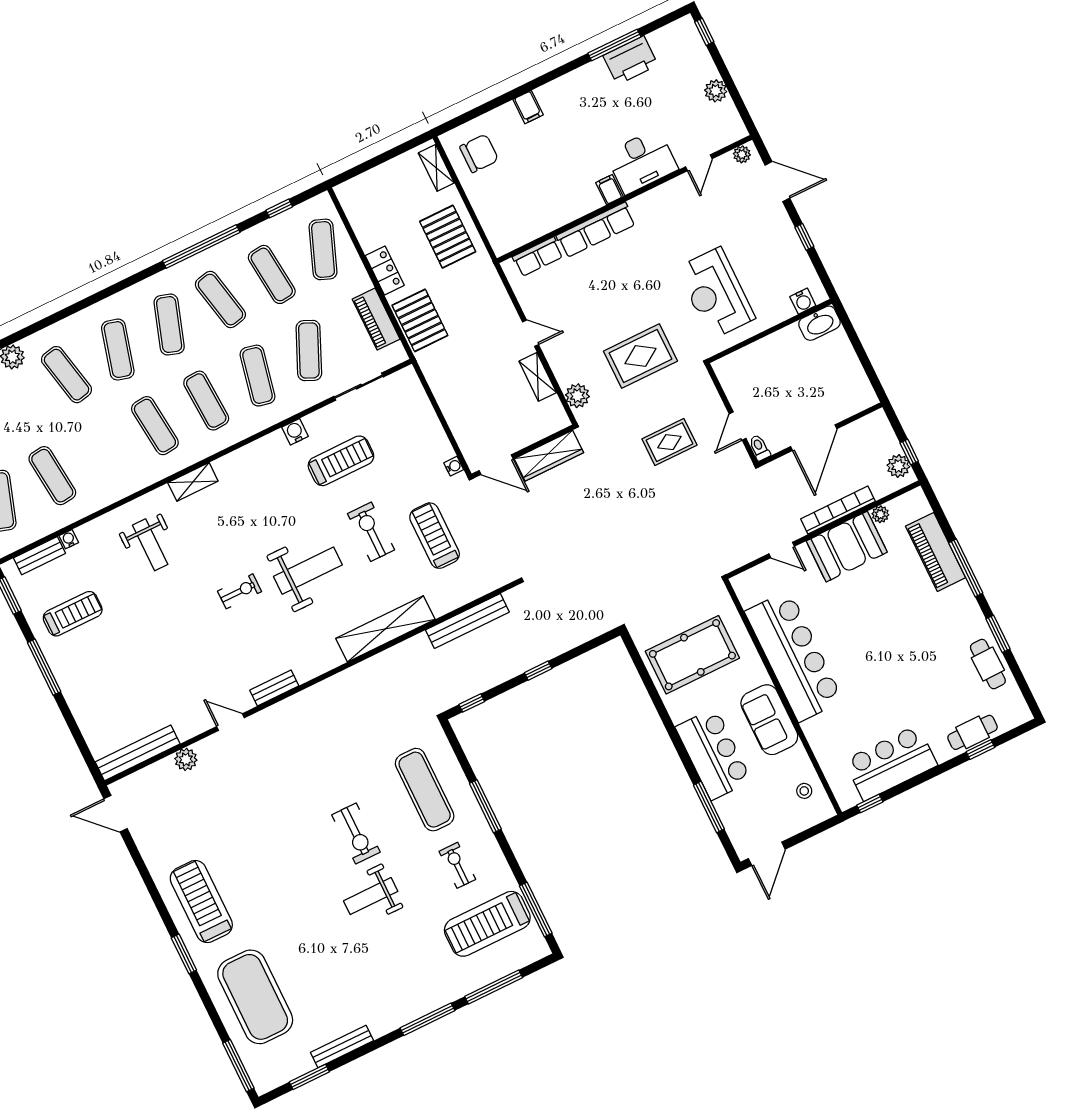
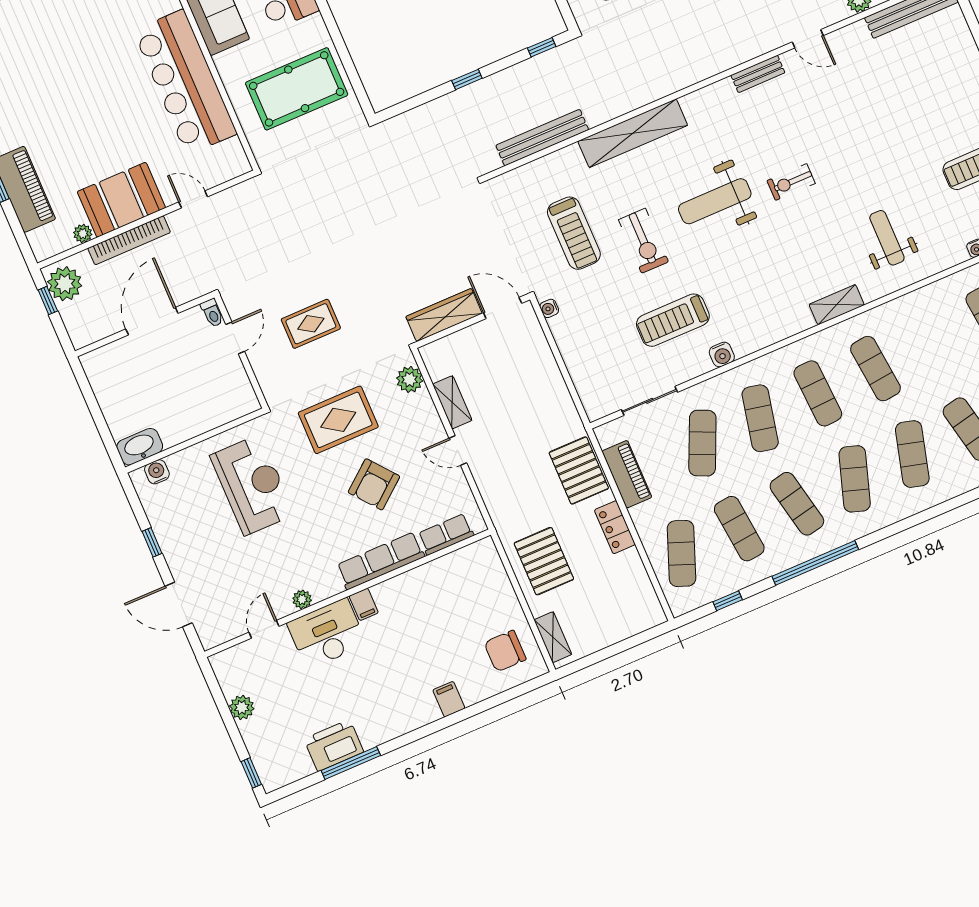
plant: (742, 154) -> (302, 599), moved
armchair: (605, 299) -> (374, 484), added
plant: (898, 466) -> (65, 284), width x1.36, depth x1.36

